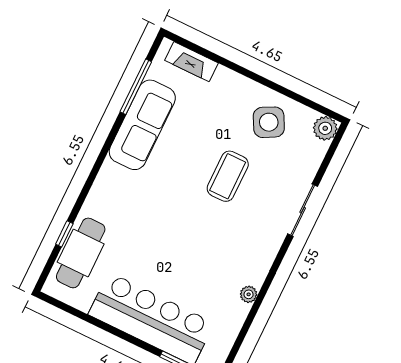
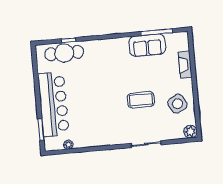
fireplace: (191, 62) -> (185, 65), moved
sofa: (142, 125) -> (147, 45), width x0.73
plant: (249, 294) -> (68, 145), moved

